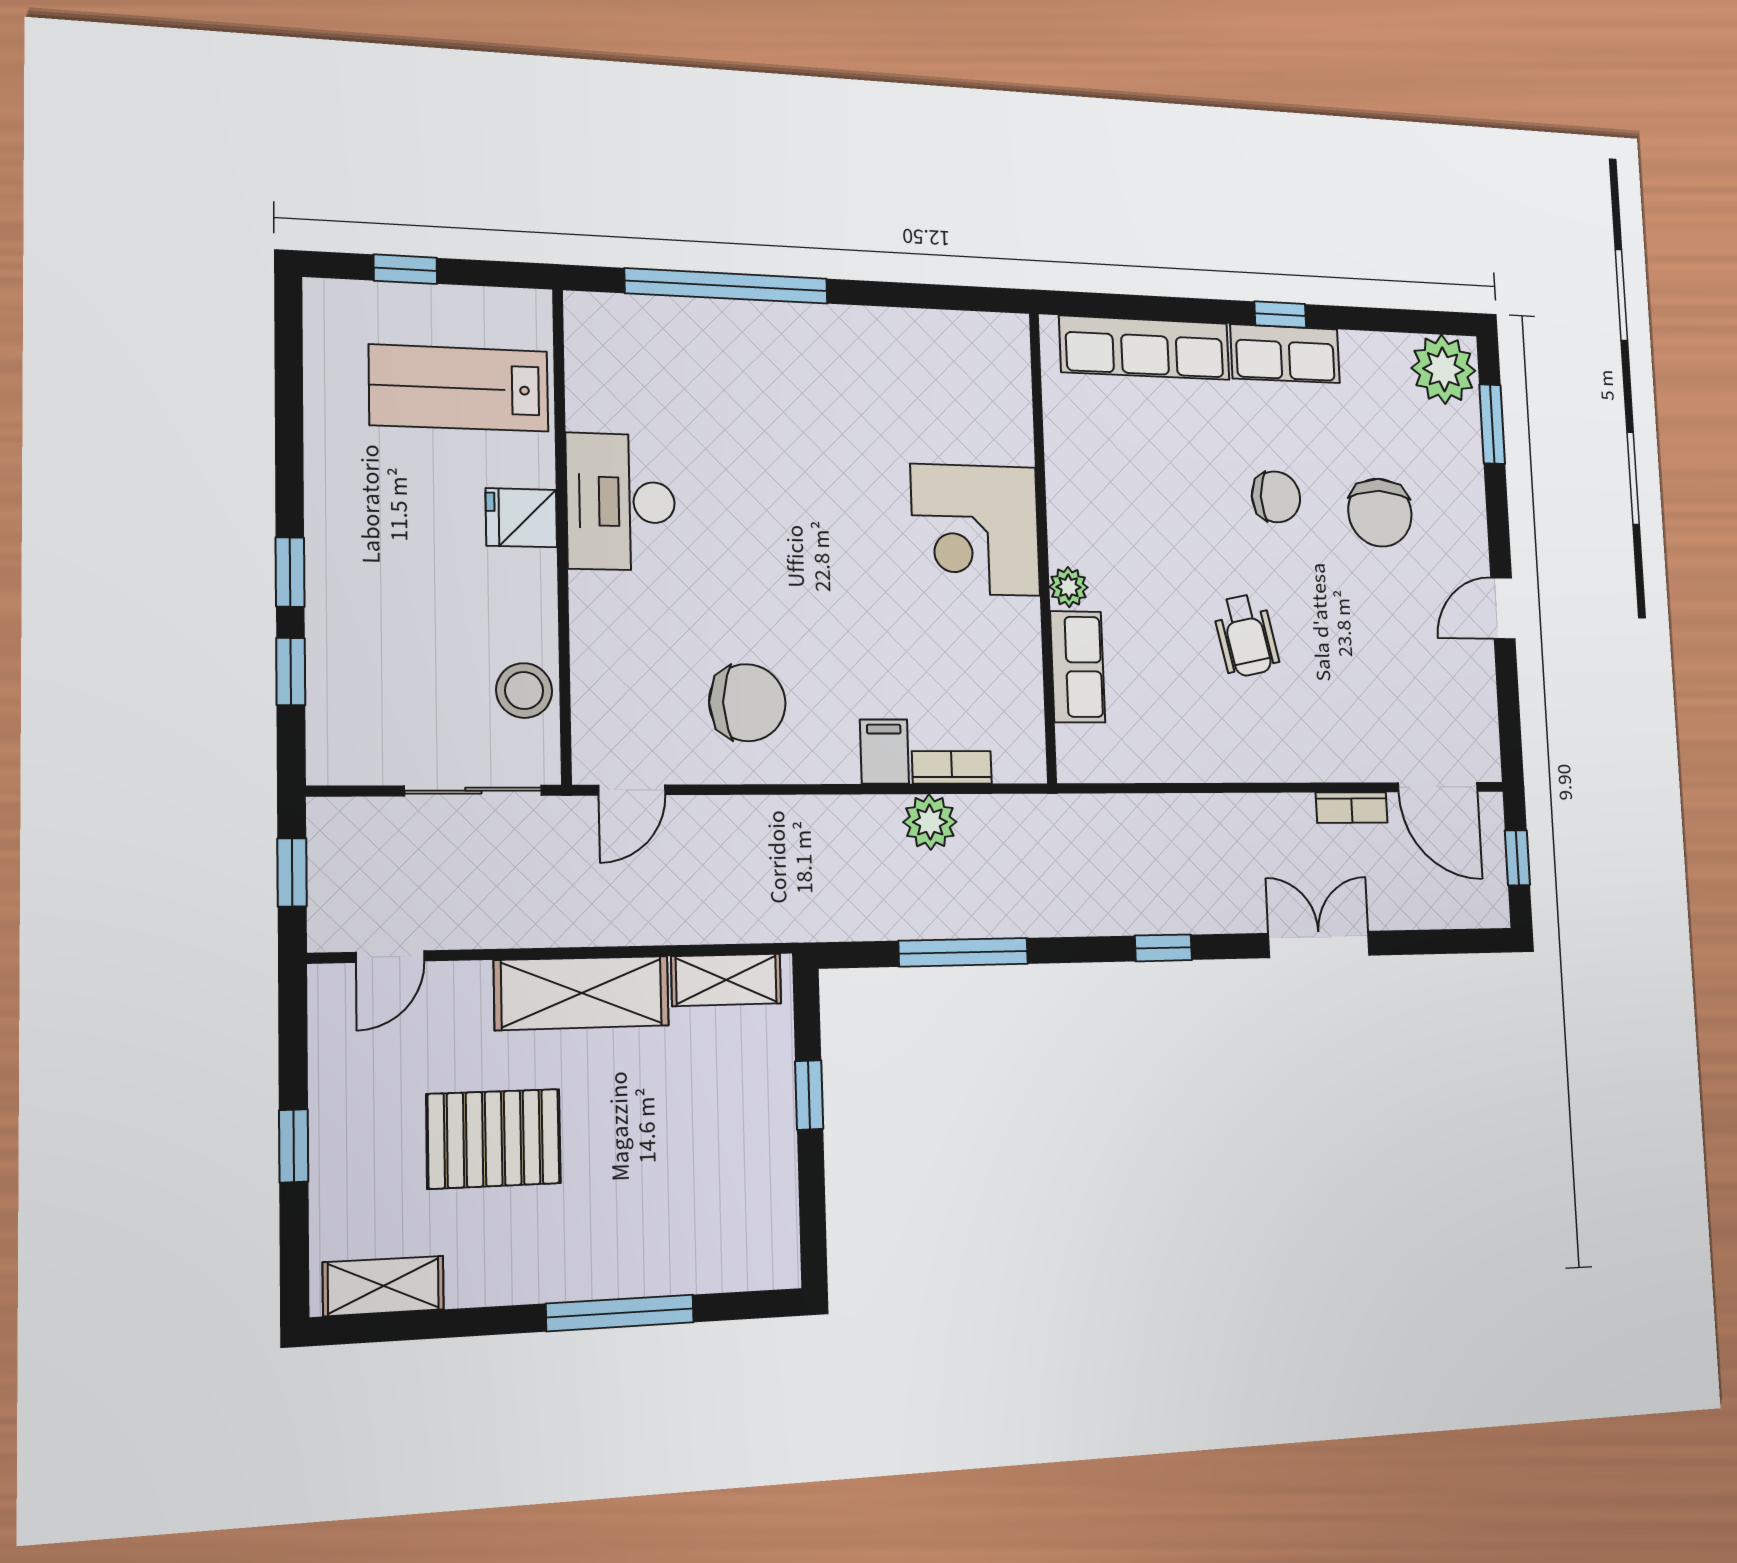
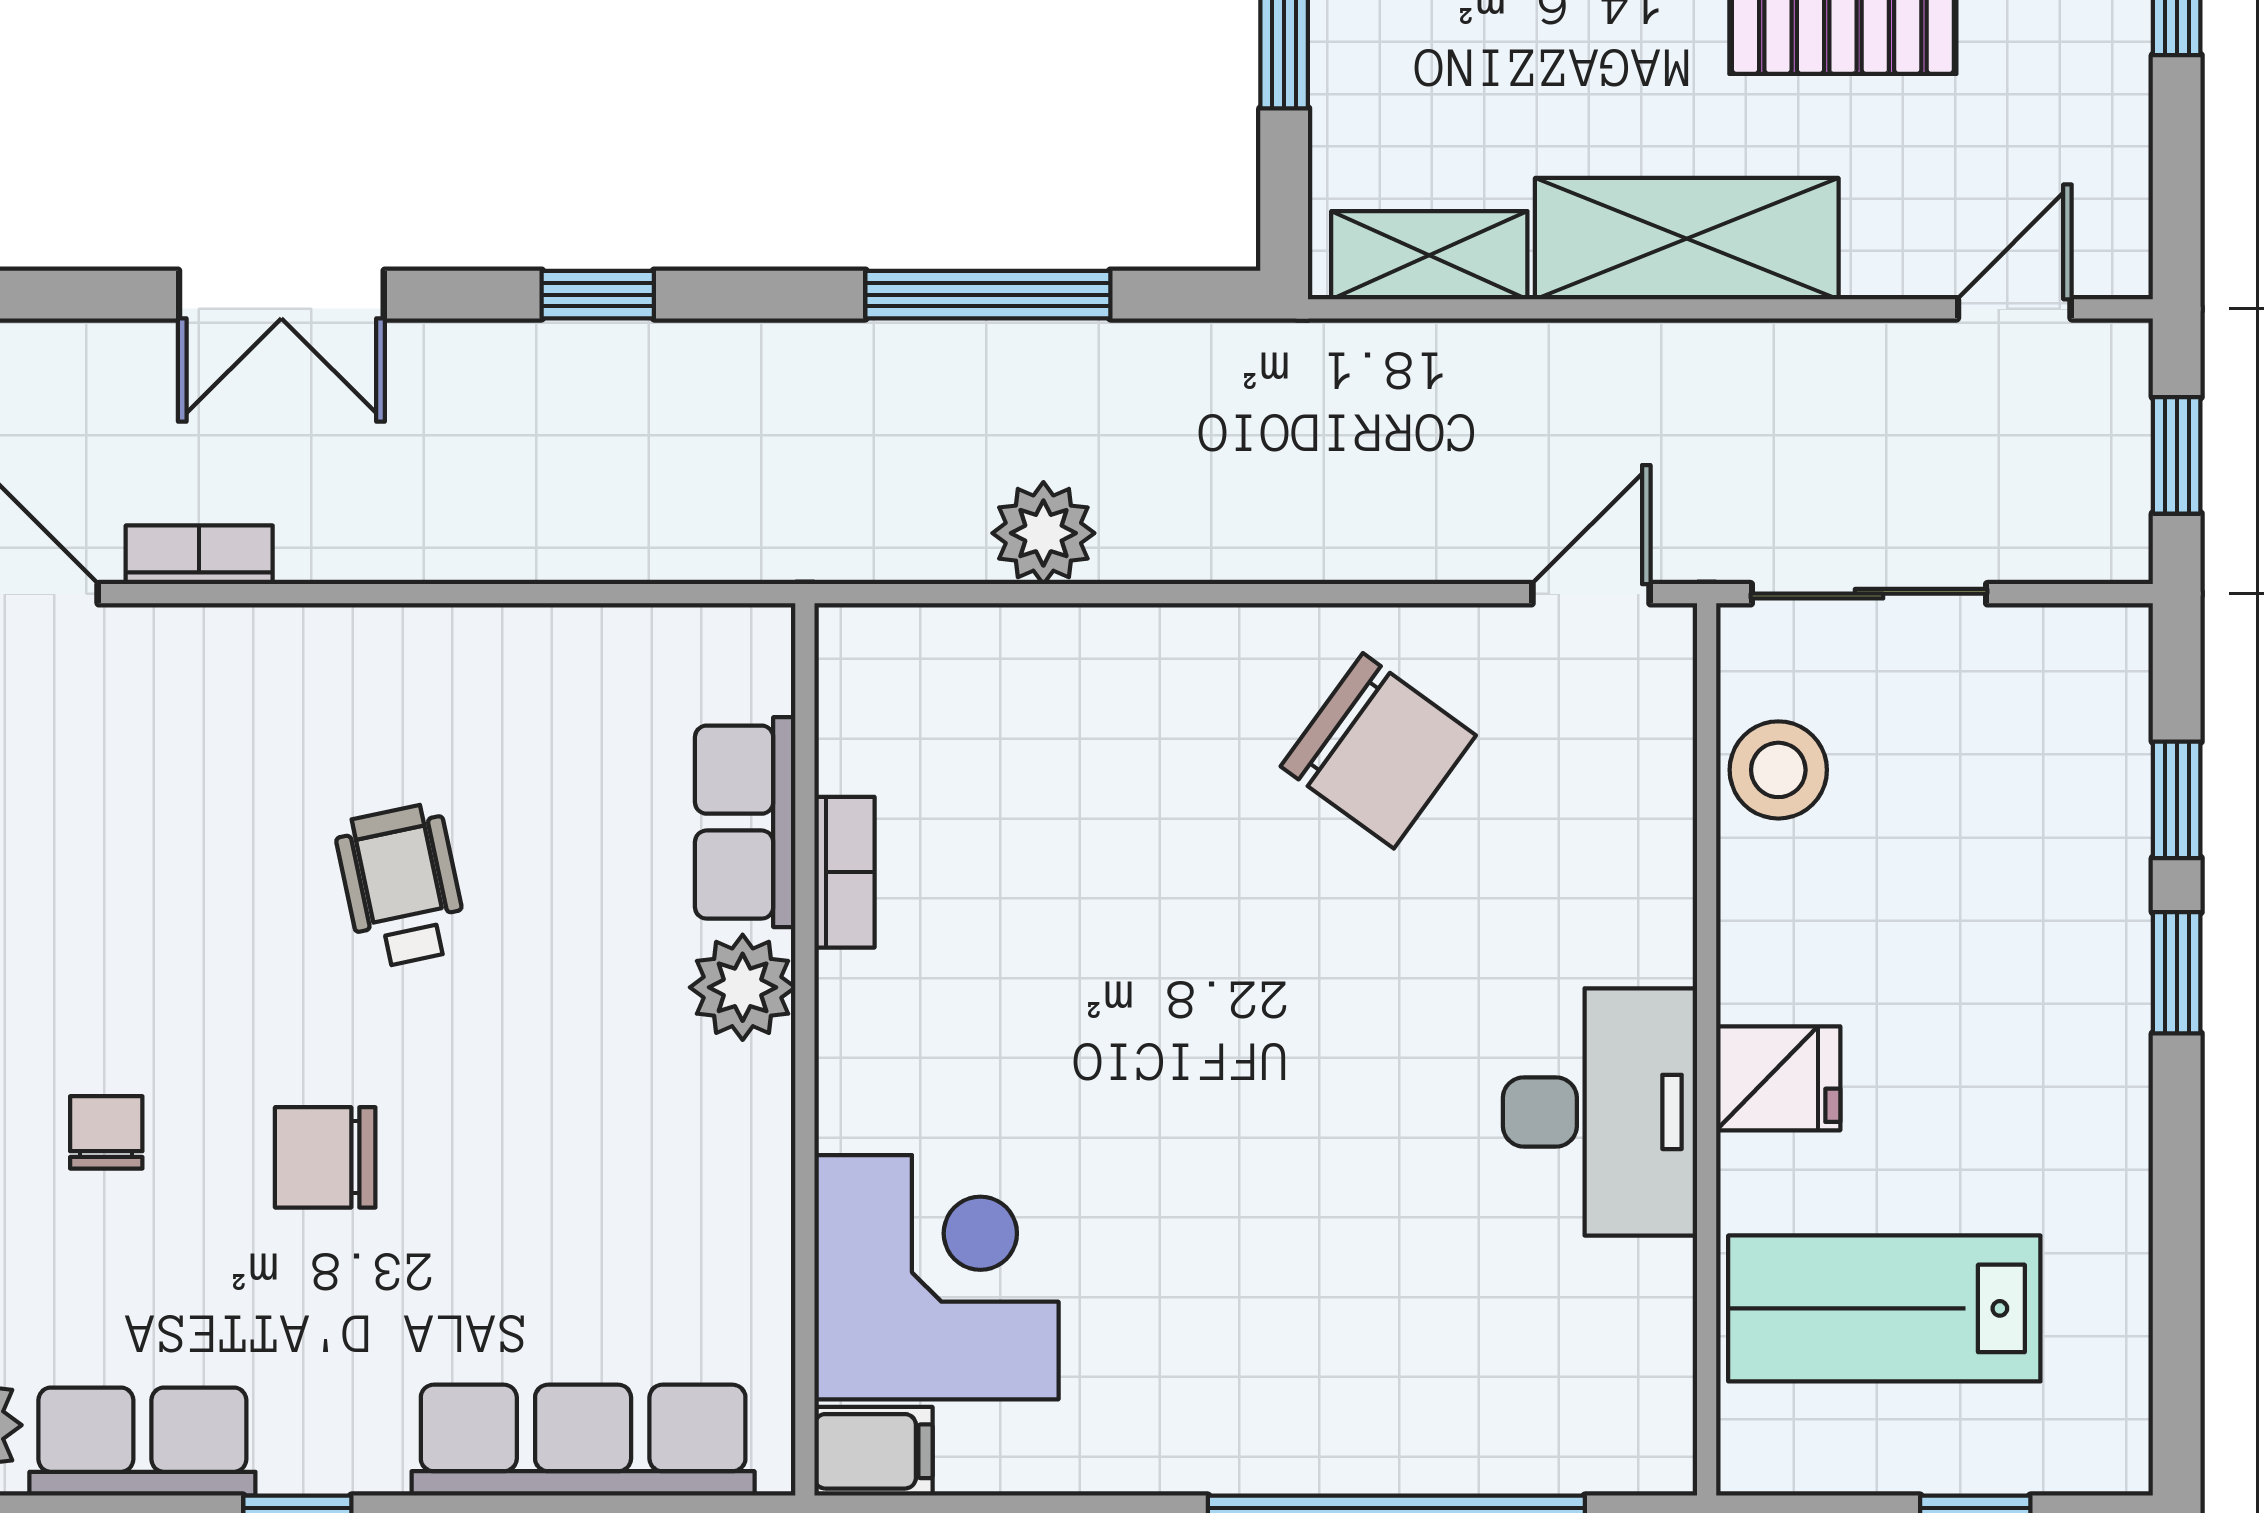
row of seats: (1285, 354) -> (142, 1442), moved
lab bench: (459, 388) -> (1884, 1308), turned 180
chair: (1380, 513) -> (106, 1132), width x0.54, depth x0.54
corner desk: (975, 530) -> (936, 1277), moved
plant: (1069, 587) -> (743, 987), width x1.38, depth x1.38
chair: (747, 703) -> (1378, 751), turned -144
filing cabinet: (884, 752) -> (873, 1451), moved, turned -90
bookcase: (952, 767) -> (844, 872), moved, turned -90

